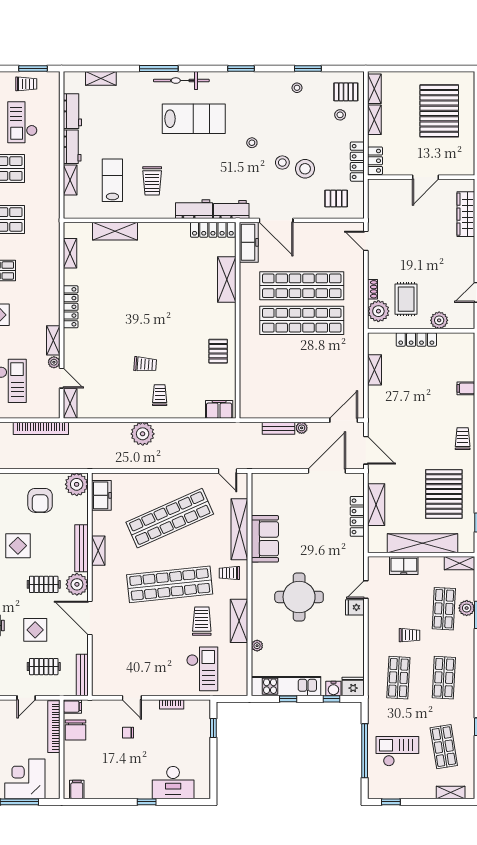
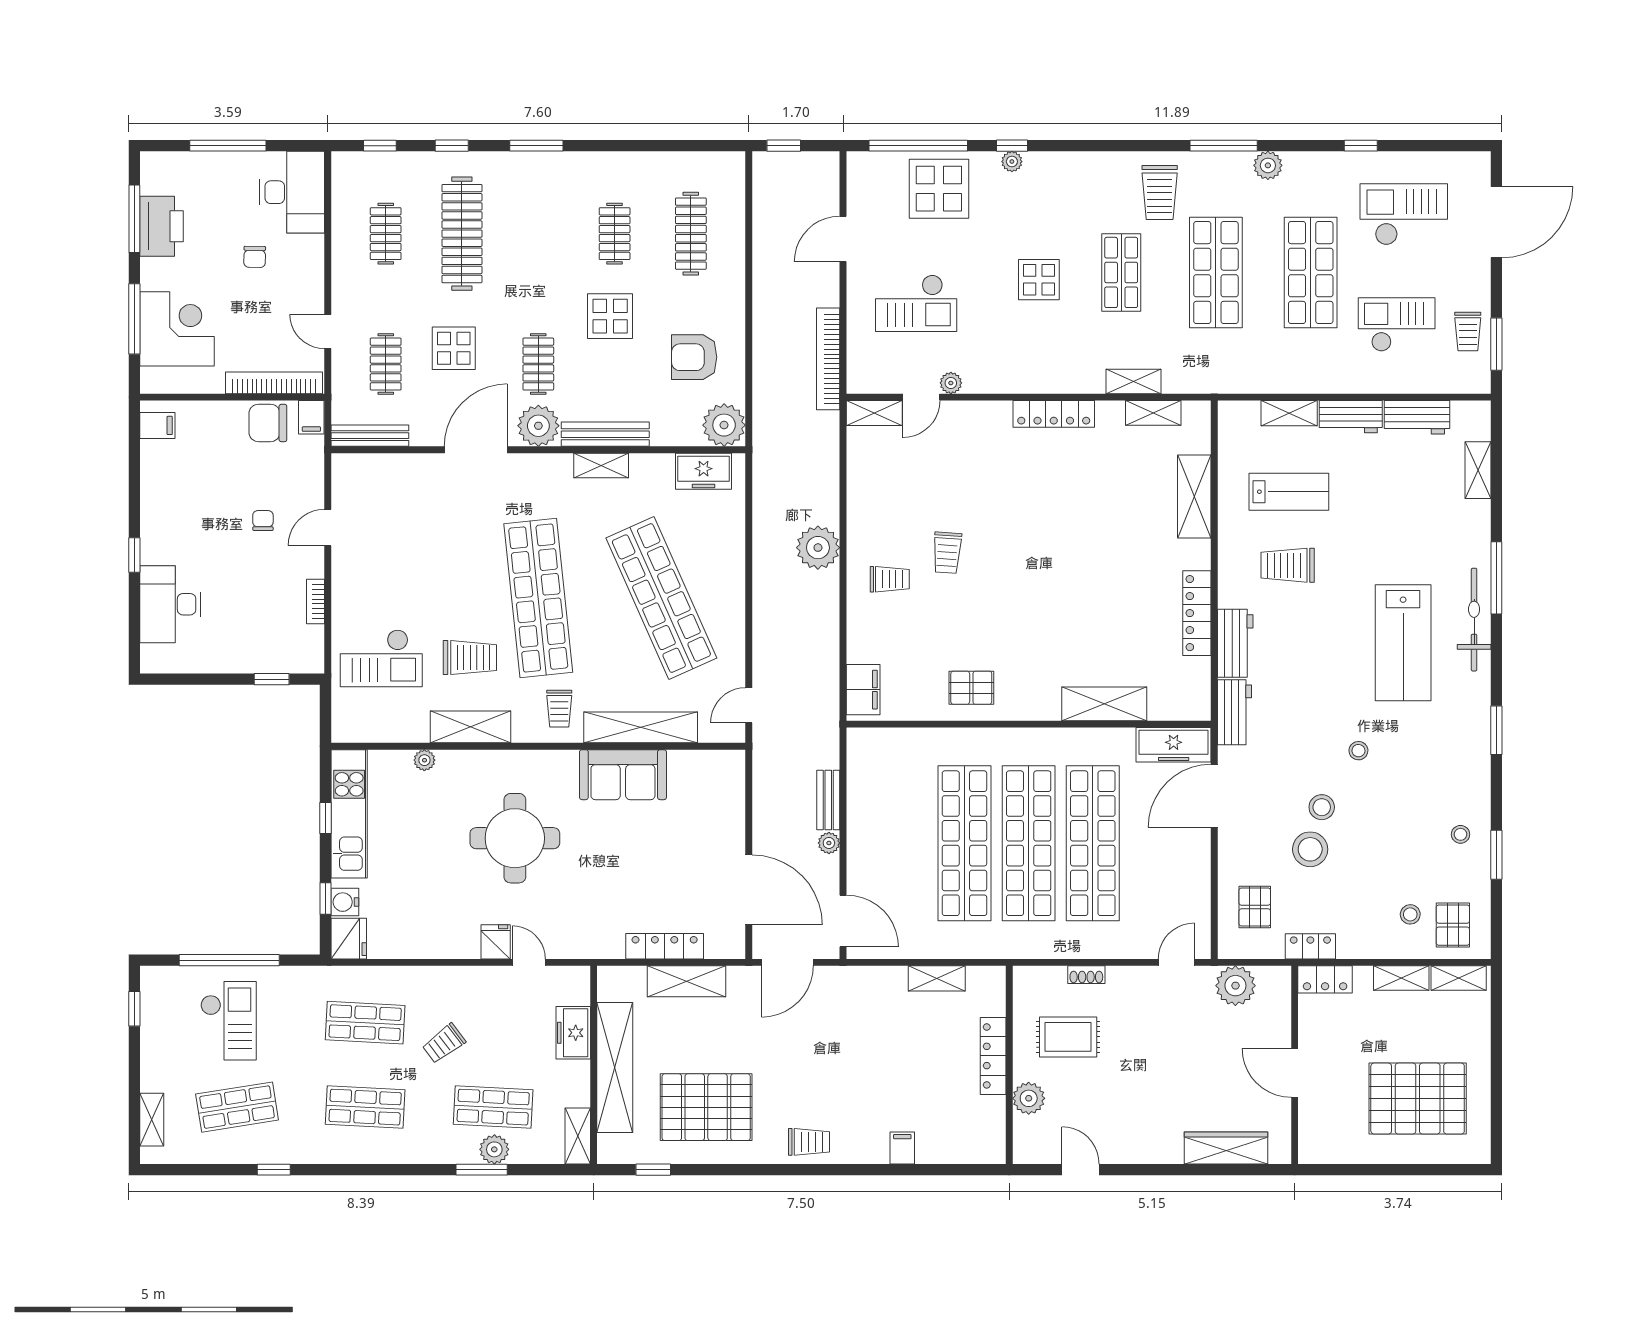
locker: (357, 162) -> (1310, 946), width x0.66
locker: (213, 230) -> (1197, 613), moved
plant: (378, 311) -> (1235, 986), moved
shelving: (53, 340) -> (1134, 382), moved
shop shelf: (302, 355) -> (964, 843), added
trolley: (229, 573) -> (559, 709), turned 180
trolley: (410, 635) -> (444, 1043), turned 53

